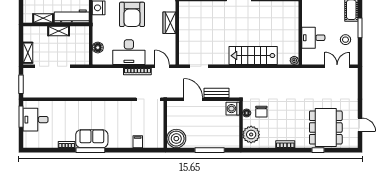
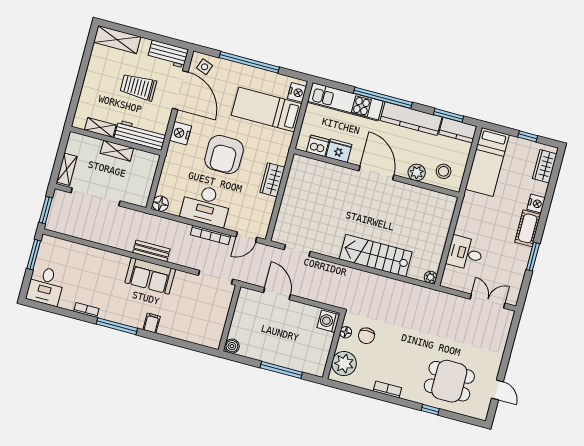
stool: (345, 40) -> (509, 267), removed
floor lamp: (98, 48) -> (160, 204), moved
door: (162, 66) -> (246, 237), swing flipped
bench: (216, 93) -> (151, 251), moved
desk: (36, 120) -> (46, 286), moved, turned -90
dining table: (326, 127) -> (449, 381), width x0.73
sofa: (92, 139) -> (150, 276), moved, turned 180
boiler: (176, 139) -> (232, 346), width x0.54, depth x0.54
filing cabinet: (138, 142) -> (152, 323), moved

